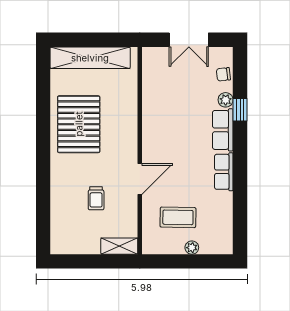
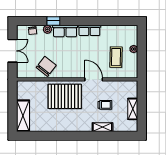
shelving: (90, 58) -> (23, 116), width x0.68
chair: (162, 98) -> (46, 66), added
pallet: (79, 124) -> (65, 96), moved
shelving: (58, 194) -> (102, 127), added
shelving: (119, 246) -> (133, 109), moved

